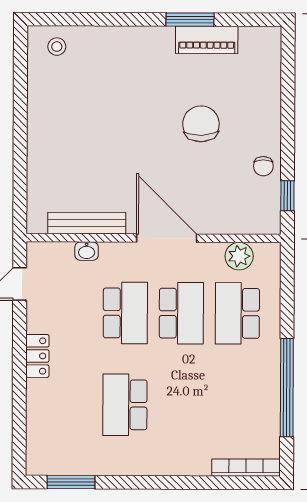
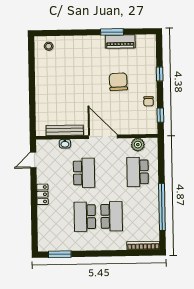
window: (288, 109) -> (160, 74), added
school desk: (181, 313) -> (112, 216), moved

